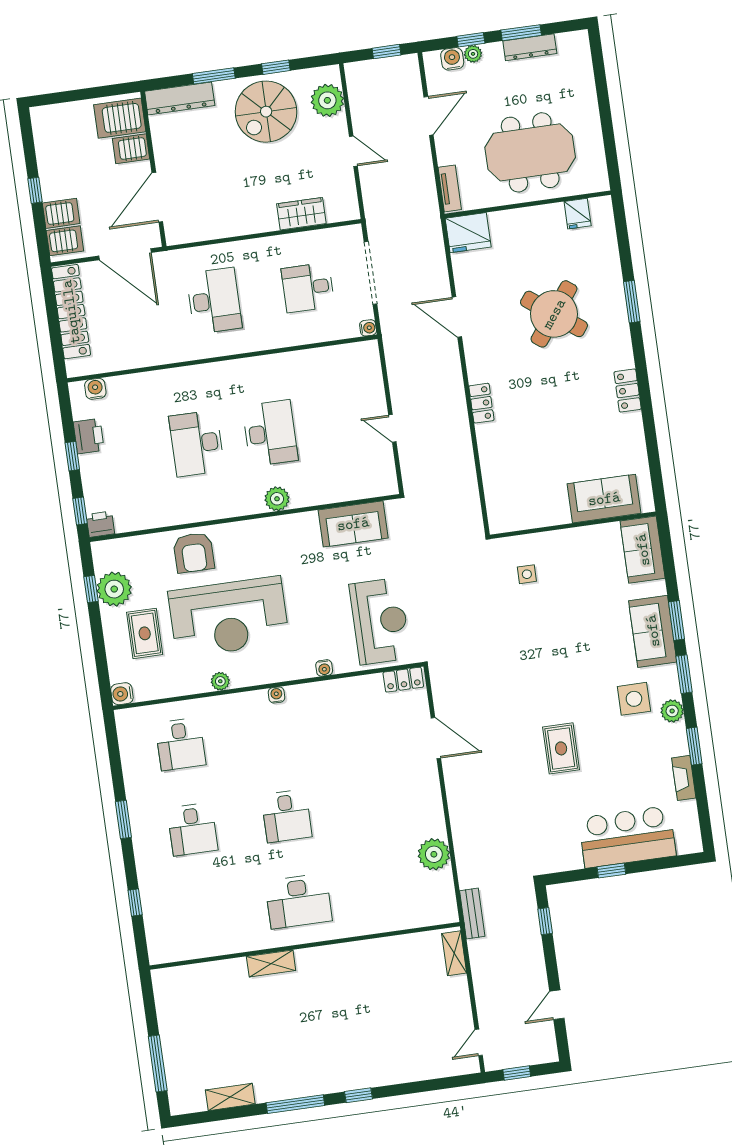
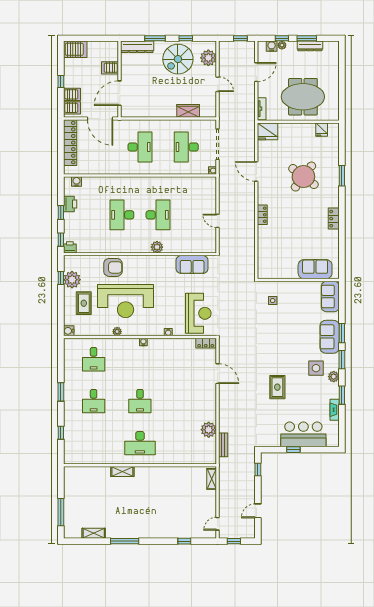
server rack: (120, 118) -> (75, 49), moved, turned 180
desk: (308, 288) -> (186, 147), width x1.37
armchair: (194, 553) -> (113, 267), turned -90
bench: (472, 914) -> (223, 445), moved
window: (358, 1095) -> (184, 541), moved

